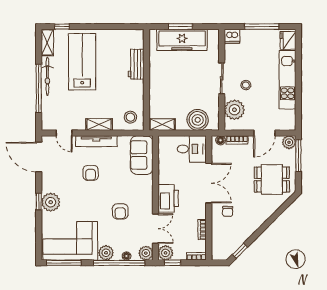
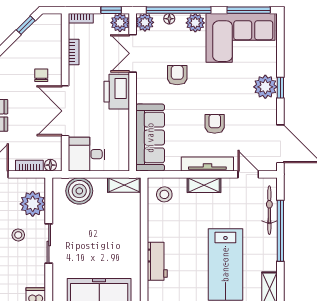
bicycle: (47, 76) -> (269, 210), moved
sofa: (142, 155) -> (150, 138), width x1.36

